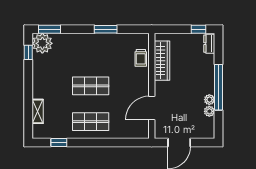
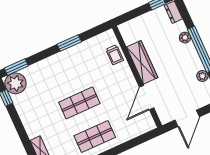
wardrobe: (162, 61) -> (142, 62), moved
plant: (209, 100) -> (185, 38), moved

